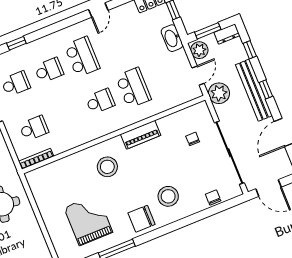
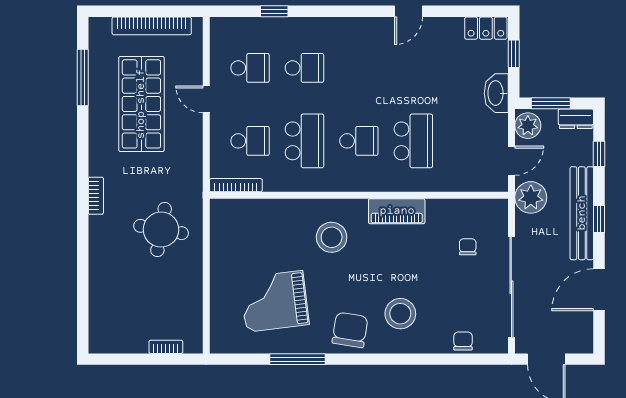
school desk: (82, 57) -> (304, 141), moved
chair: (142, 219) -> (350, 330), turned 99
grand piano: (88, 220) -> (274, 301), turned -97

